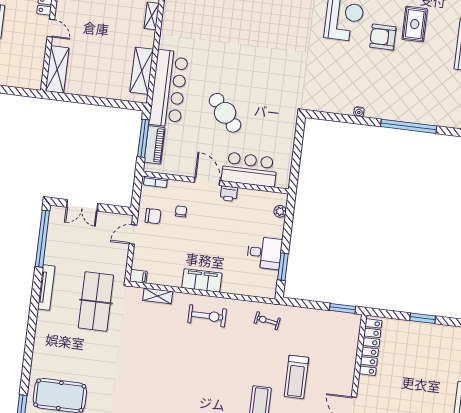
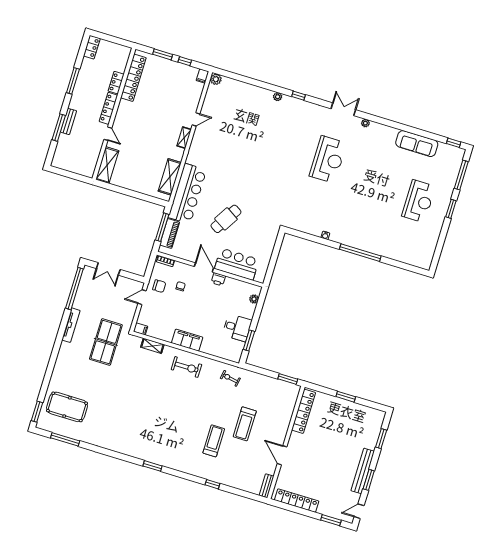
rug: (415, 24) -> (378, 178), removed
armchair: (383, 37) -> (353, 183), removed
cafe table: (225, 113) -> (226, 219), turned 73

